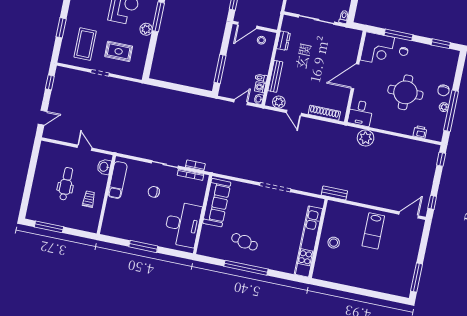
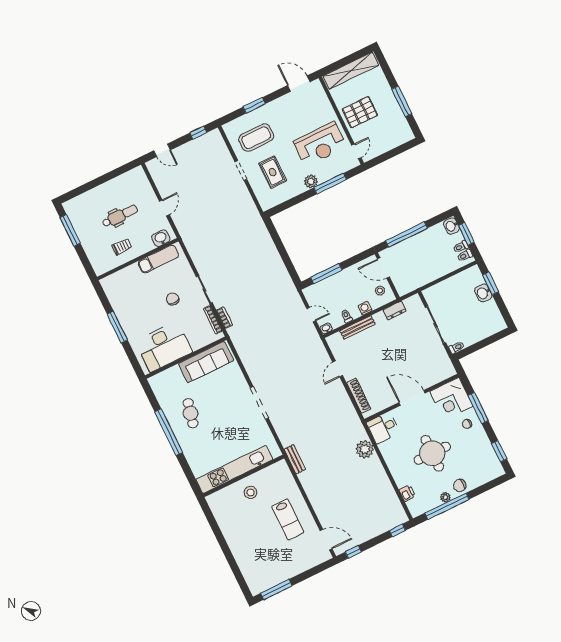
washing machine: (260, 87) -> (365, 308), moved
plant: (279, 102) -> (337, 348), removed
lab bench: (373, 231) -> (288, 519), turned -90

